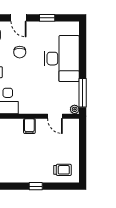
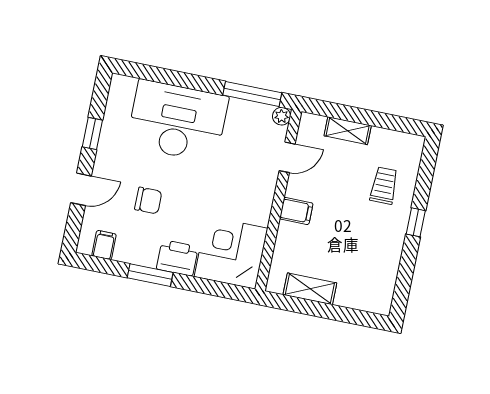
shelving: (74, 143) -> (348, 131), added
trolley: (63, 170) -> (384, 186), moved

